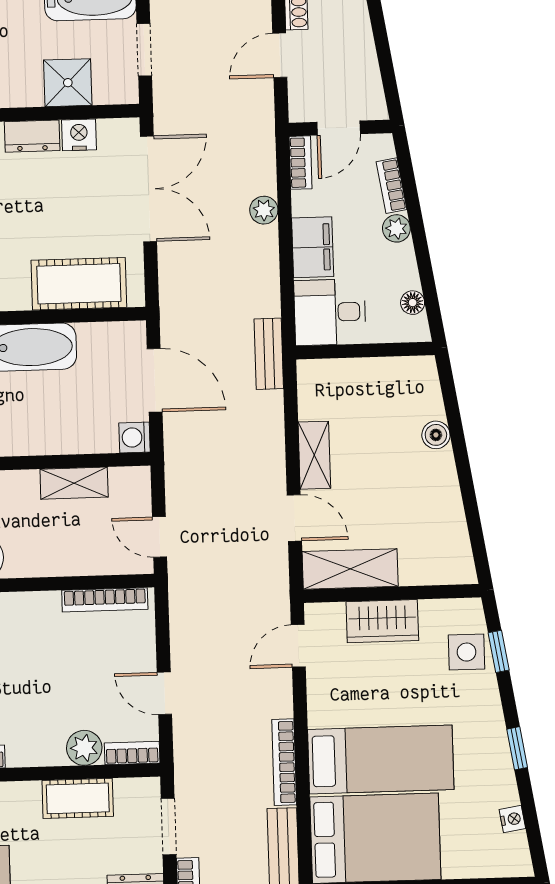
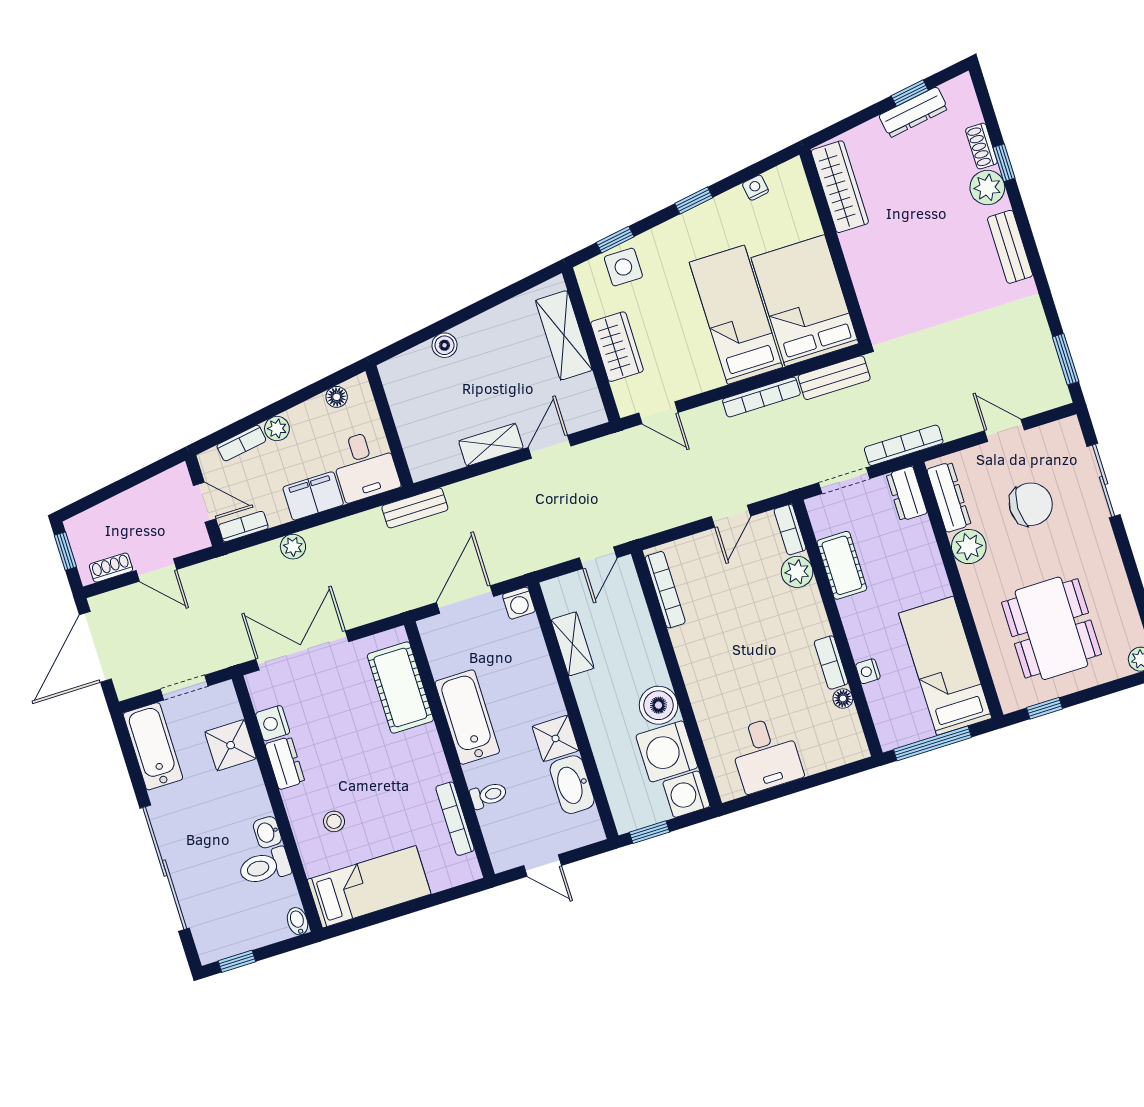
shelving: (350, 569) -> (564, 335), moved

